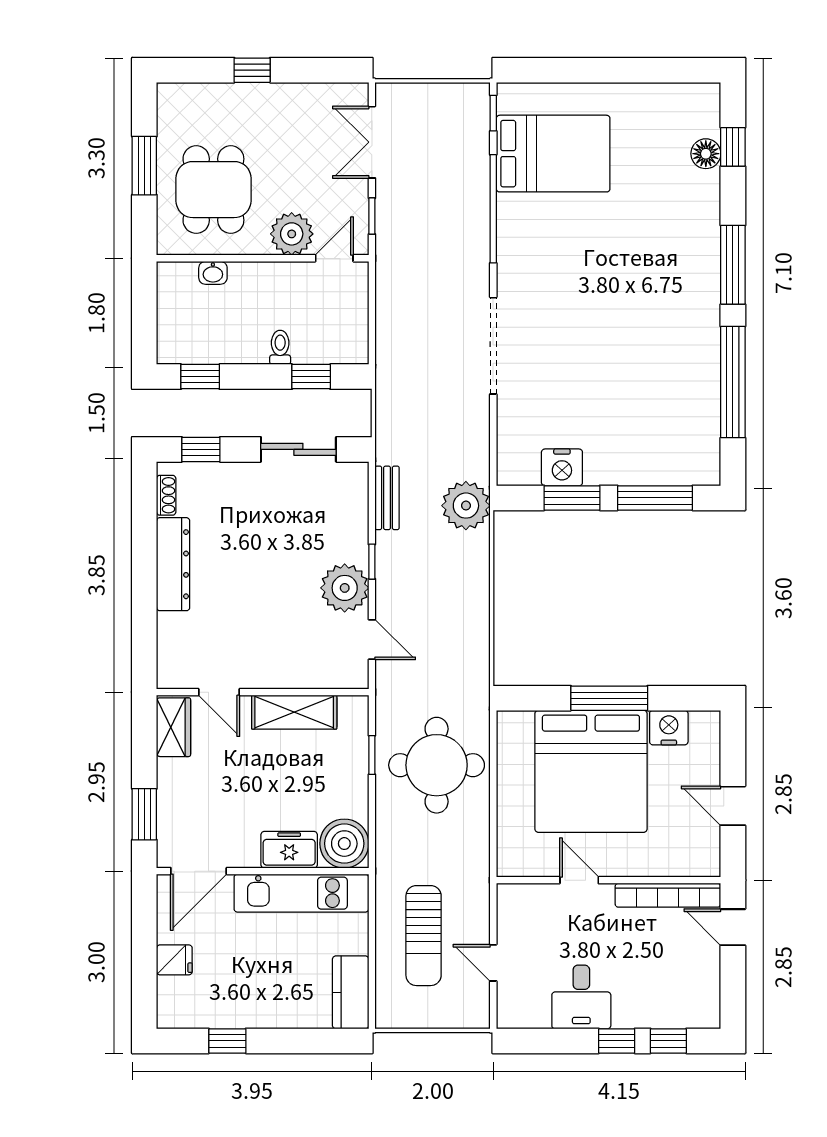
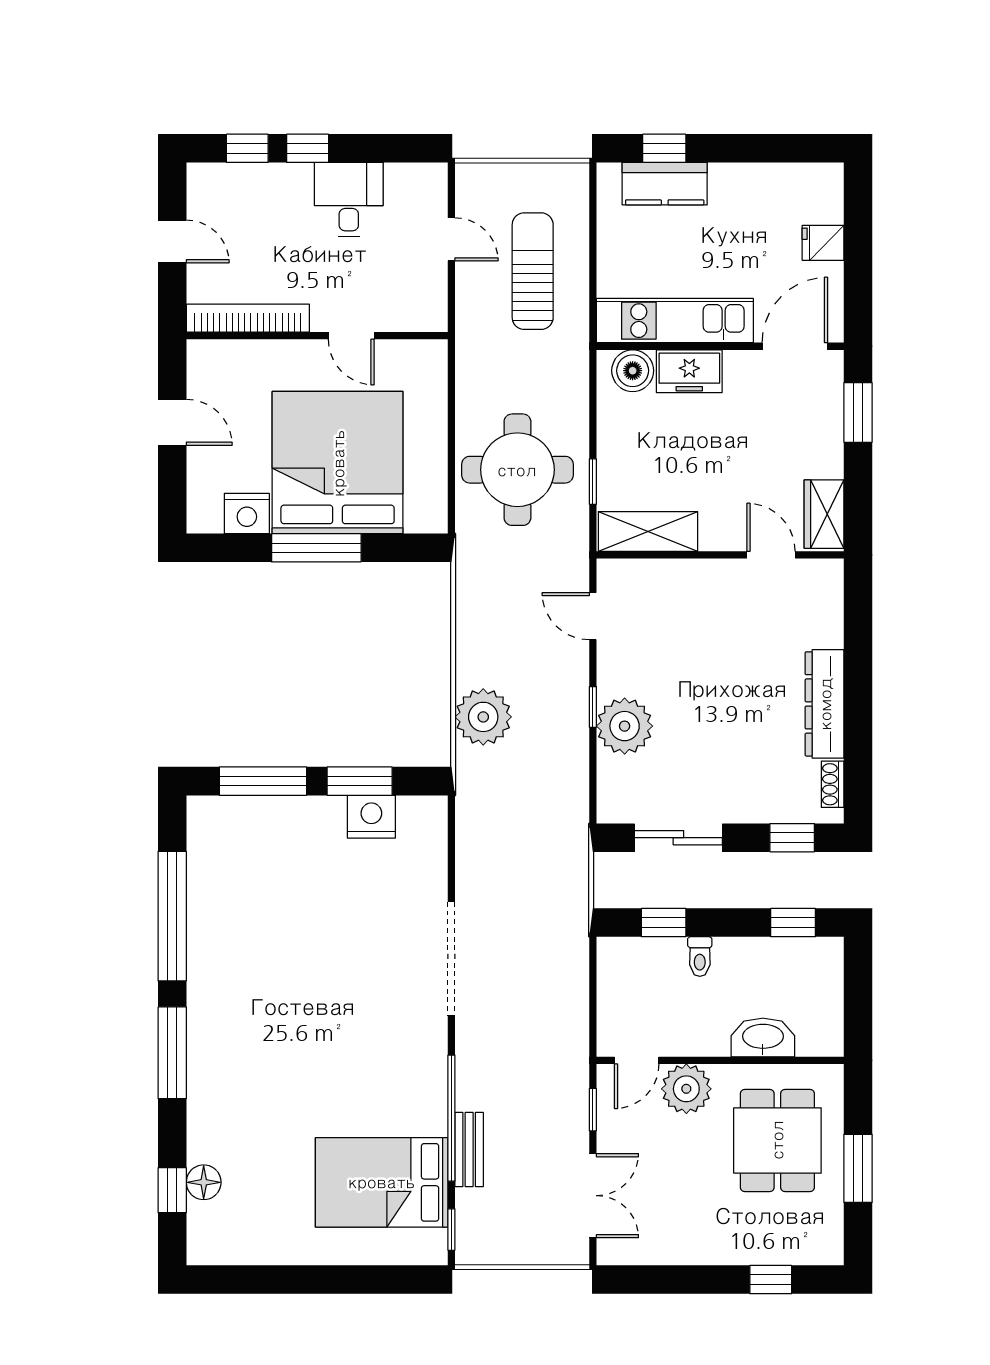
window: (252, 70) -> (771, 1280), moved
washbasin: (213, 273) -> (763, 1037), width x1.91, depth x1.45
bench: (387, 498) -> (469, 1150), moved
plant: (466, 506) -> (483, 717), moved
plant: (345, 588) -> (625, 726), moved
shelving: (294, 712) -> (648, 531), moved
boiler: (344, 844) -> (633, 371), width x0.73, depth x0.73
door: (733, 927) -> (172, 242), moved
kitchen counter: (351, 992) -> (665, 184), moved, turned 90
window: (227, 1041) -> (664, 148), moved

